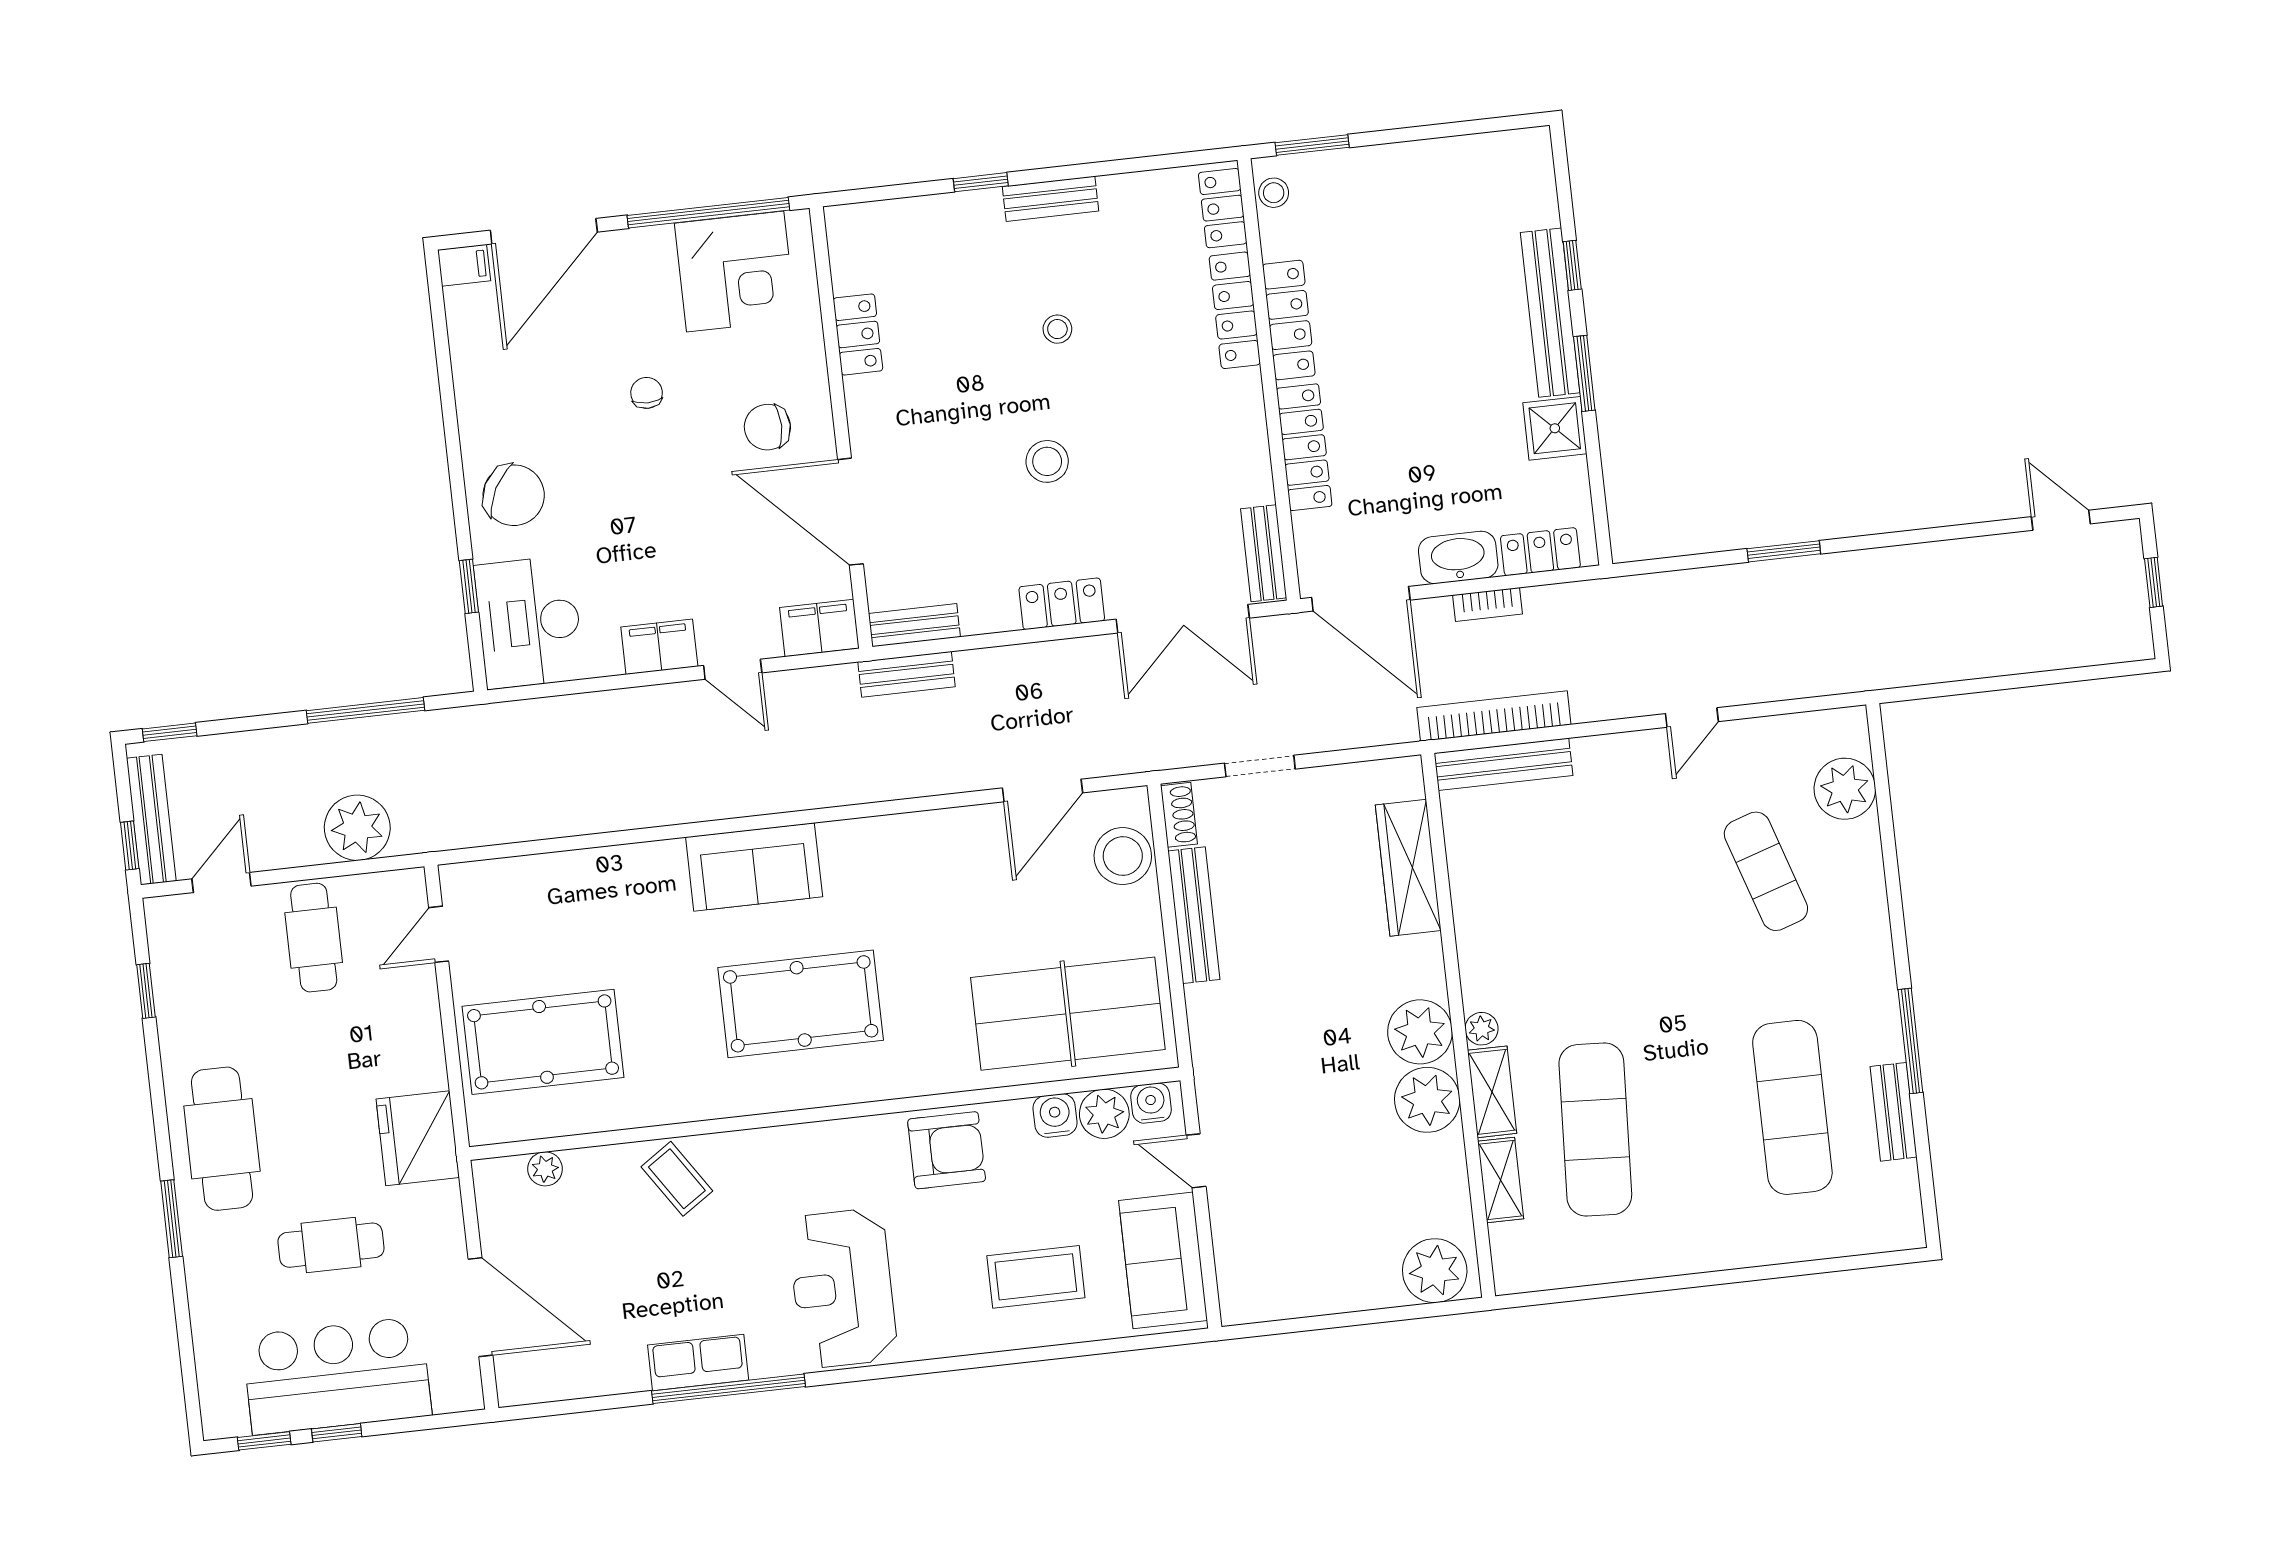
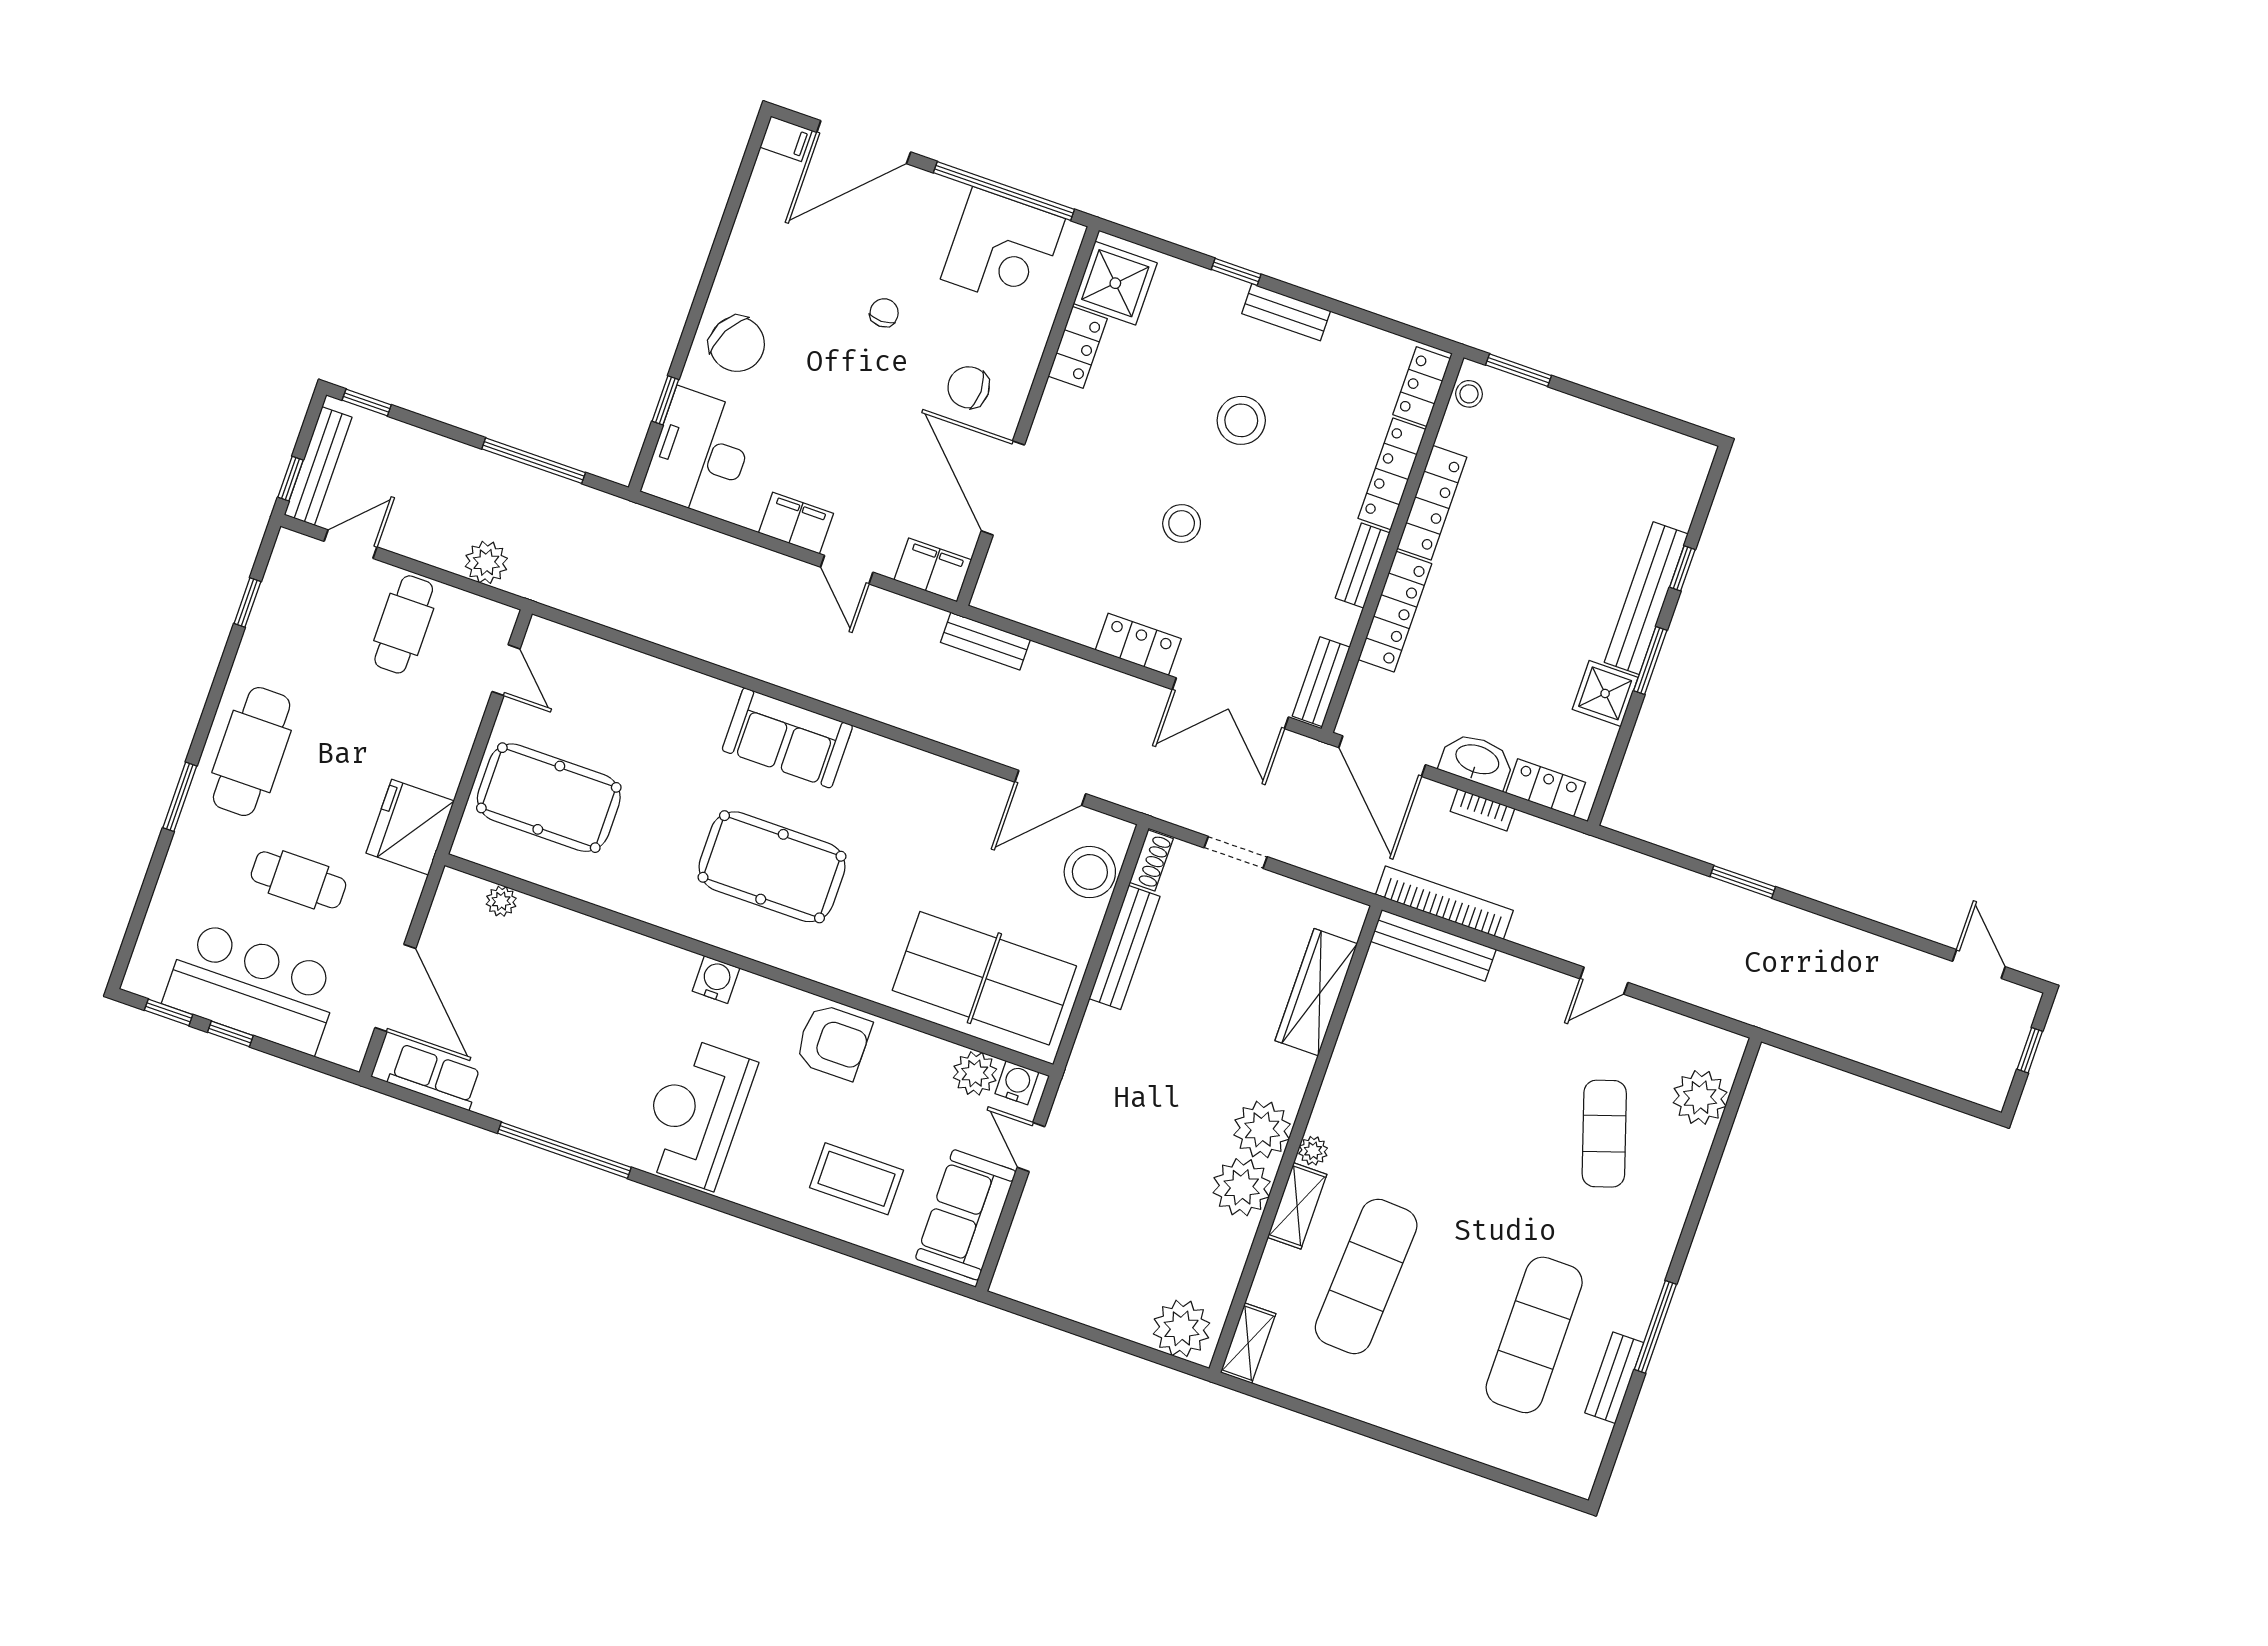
shower: (865, 252) -> (1115, 283), added
stool: (1057, 329) -> (1241, 420), width x1.89, depth x1.89
bench: (914, 625) -> (1363, 565), moved, turned 90
plant: (357, 828) -> (486, 562), width x0.73, depth x0.73
door: (439, 934) -> (506, 670), swing flipped
water cooler: (1055, 1115) -> (716, 980), moved
coffee table: (677, 1179) -> (604, 960), removed
shelving: (1501, 1180) -> (1248, 1343), moved
row of seats: (698, 1362) -> (435, 1077), moved

